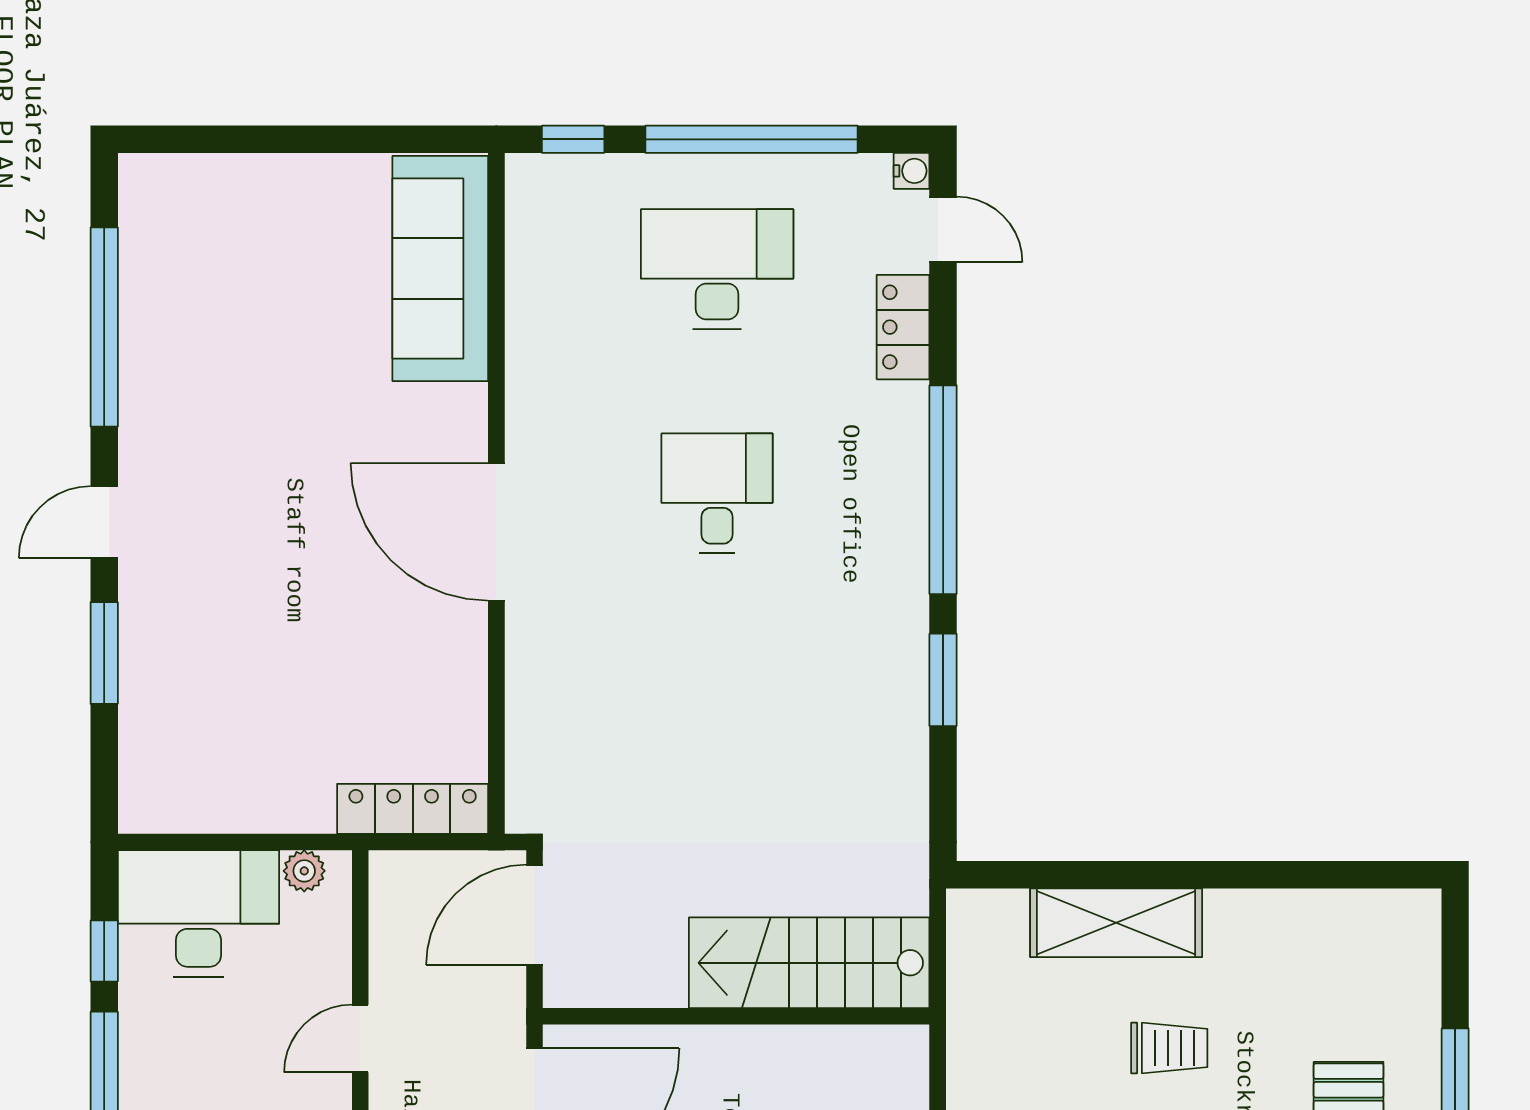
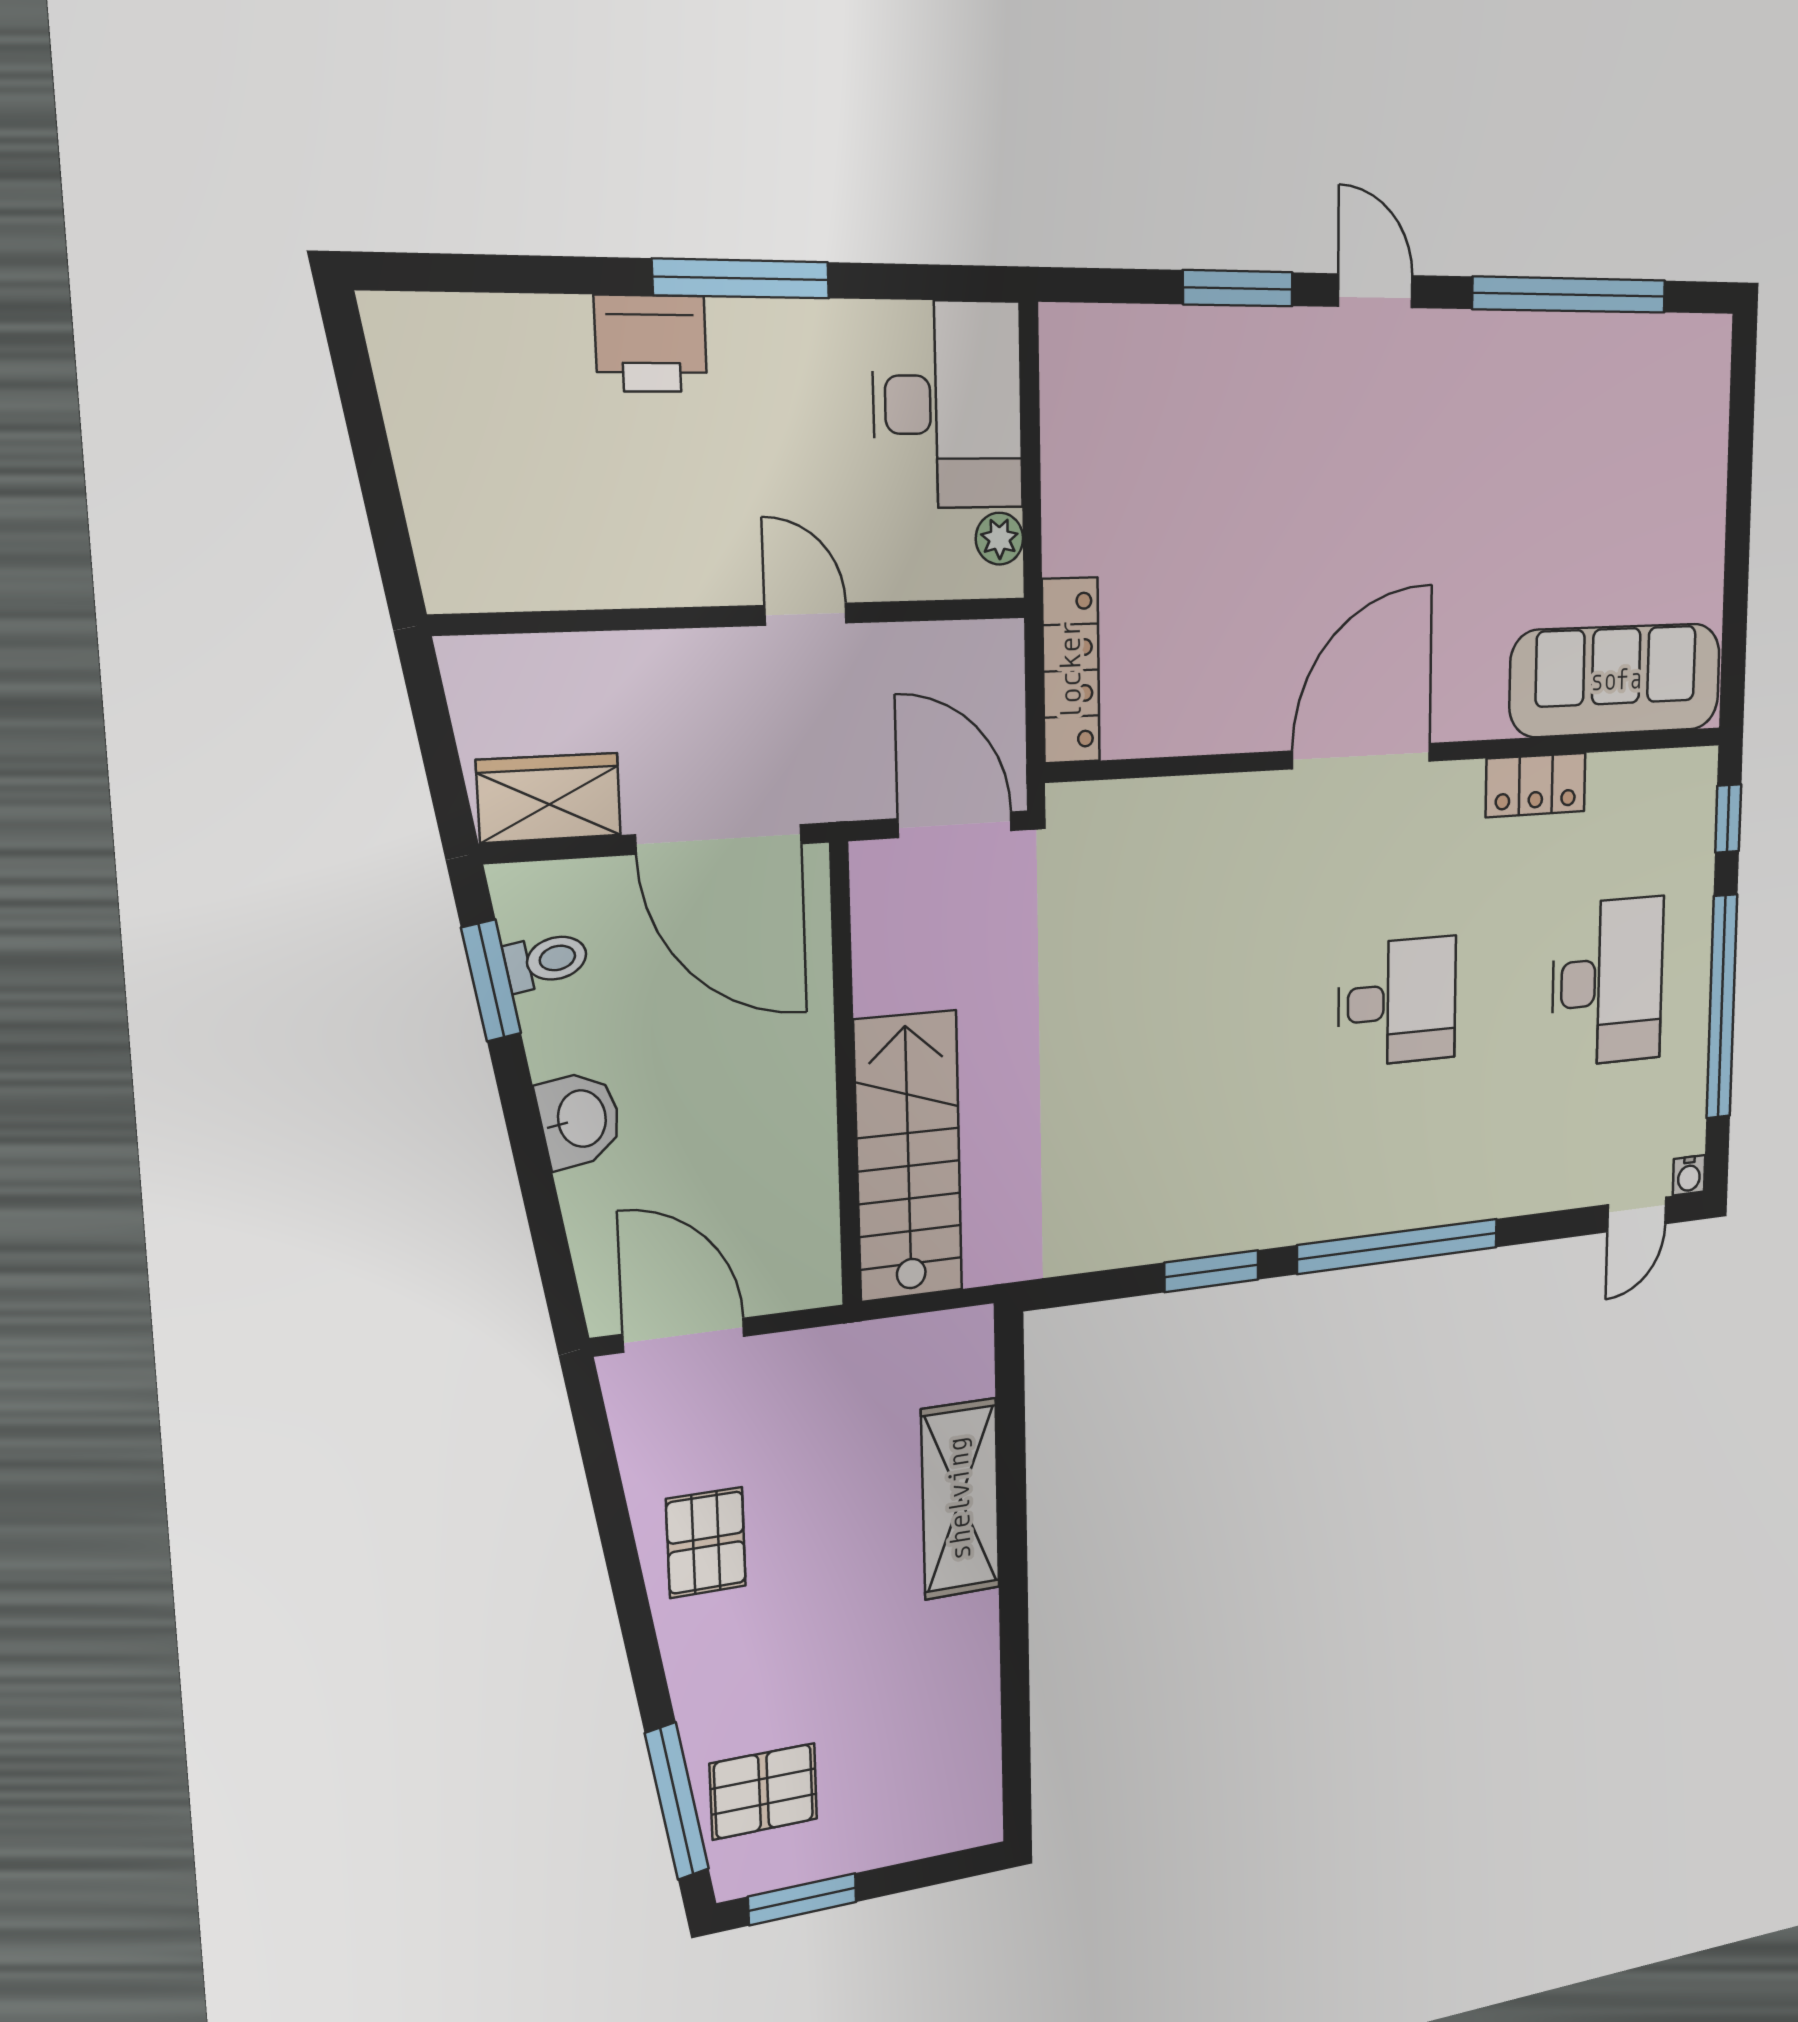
locker: (903, 327) -> (1536, 785), moved, turned 180
window: (104, 951) -> (901, 282), removed
trolley: (1169, 1048) -> (824, 1581), removed

